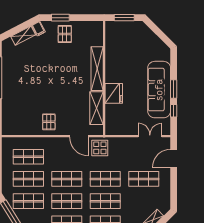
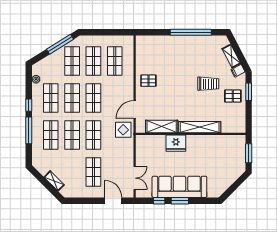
trolley: (52, 60) -> (208, 84), added

